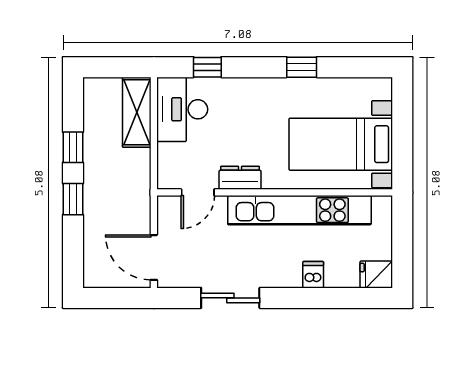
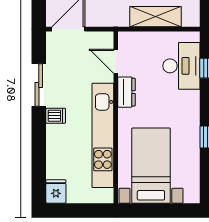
desk: (182, 109) -> (181, 66), moved, turned 90
shelving: (137, 112) -> (156, 17), moved
dishwasher: (313, 275) -> (56, 116), moved

